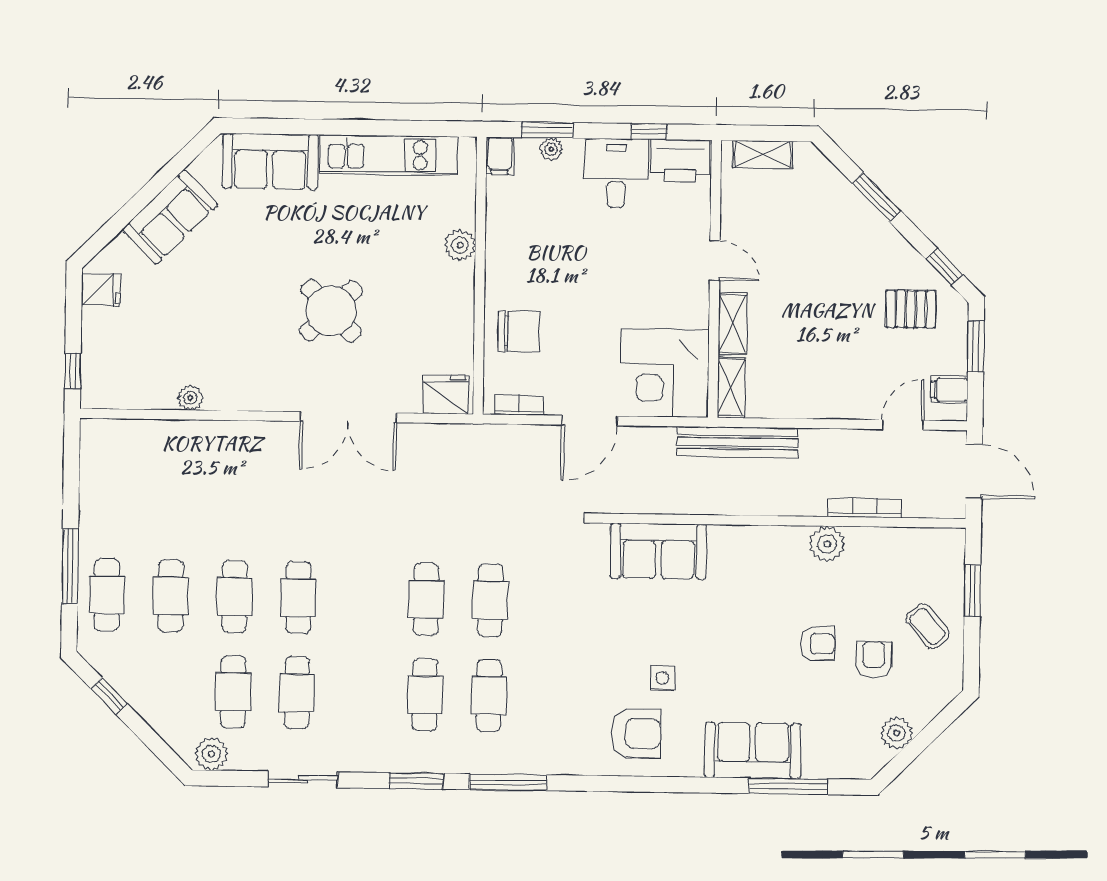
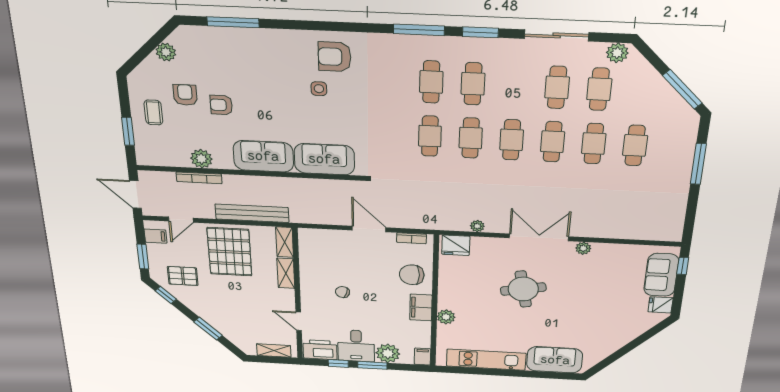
window: (547, 130) -> (372, 365), moved
plant: (551, 149) -> (388, 353), width x1.88, depth x1.88
sofa: (170, 217) -> (661, 275), moved, turned -45
door: (715, 260) -> (299, 321), moved
filing cabinet: (503, 263) -> (421, 308), added
chair: (637, 289) -> (343, 292), added
round table: (331, 311) -> (523, 289), turned 33
pallet: (826, 363) -> (229, 252), added
corner desk: (665, 373) -> (325, 251), removed
plant: (190, 398) -> (583, 248), moved
double door: (348, 417) -> (539, 237), moved
door: (589, 421) -> (369, 229), hinge flipped
plant: (411, 434) -> (477, 226), added
bench: (737, 442) -> (252, 213), moved
plant: (827, 544) -> (201, 159), moved
cafe table: (107, 595) -> (512, 140), moved
coffee table: (927, 626) -> (153, 112), turned 41
armchair: (874, 660) -> (185, 95), turned 180
window: (109, 696) -> (682, 89), width x2.17
sofa: (753, 750) -> (263, 156), moved, turned 180
sliding door: (303, 779) -> (557, 35), width x1.37

